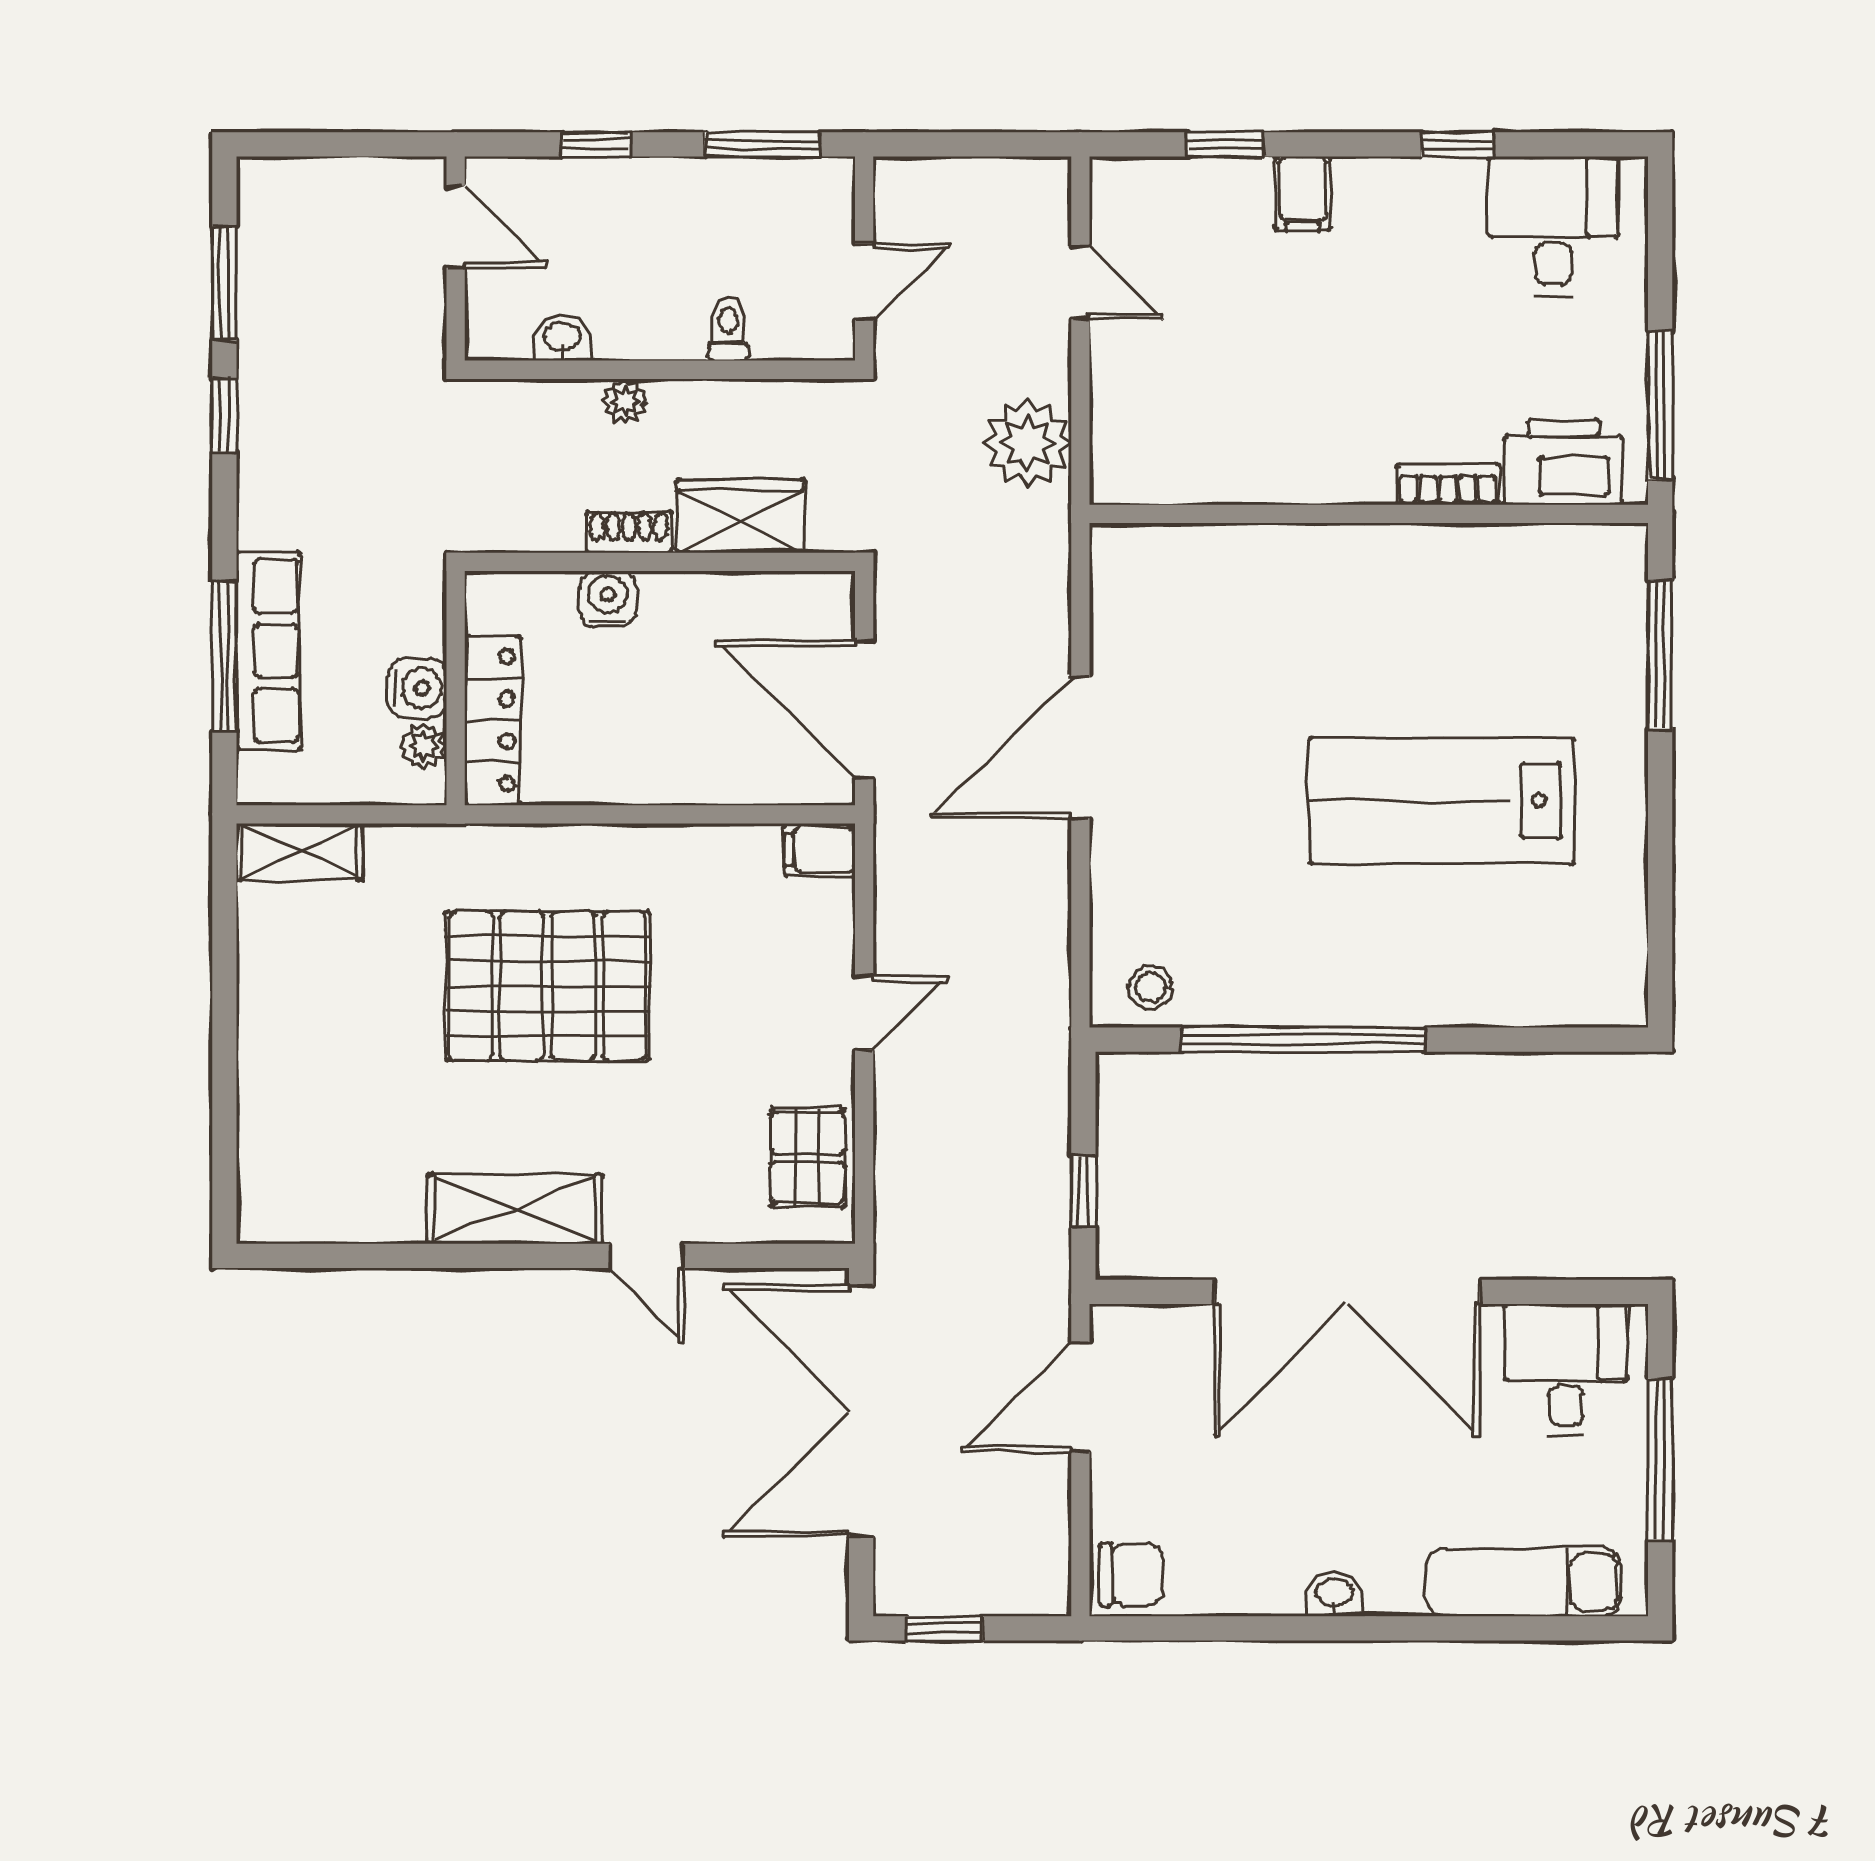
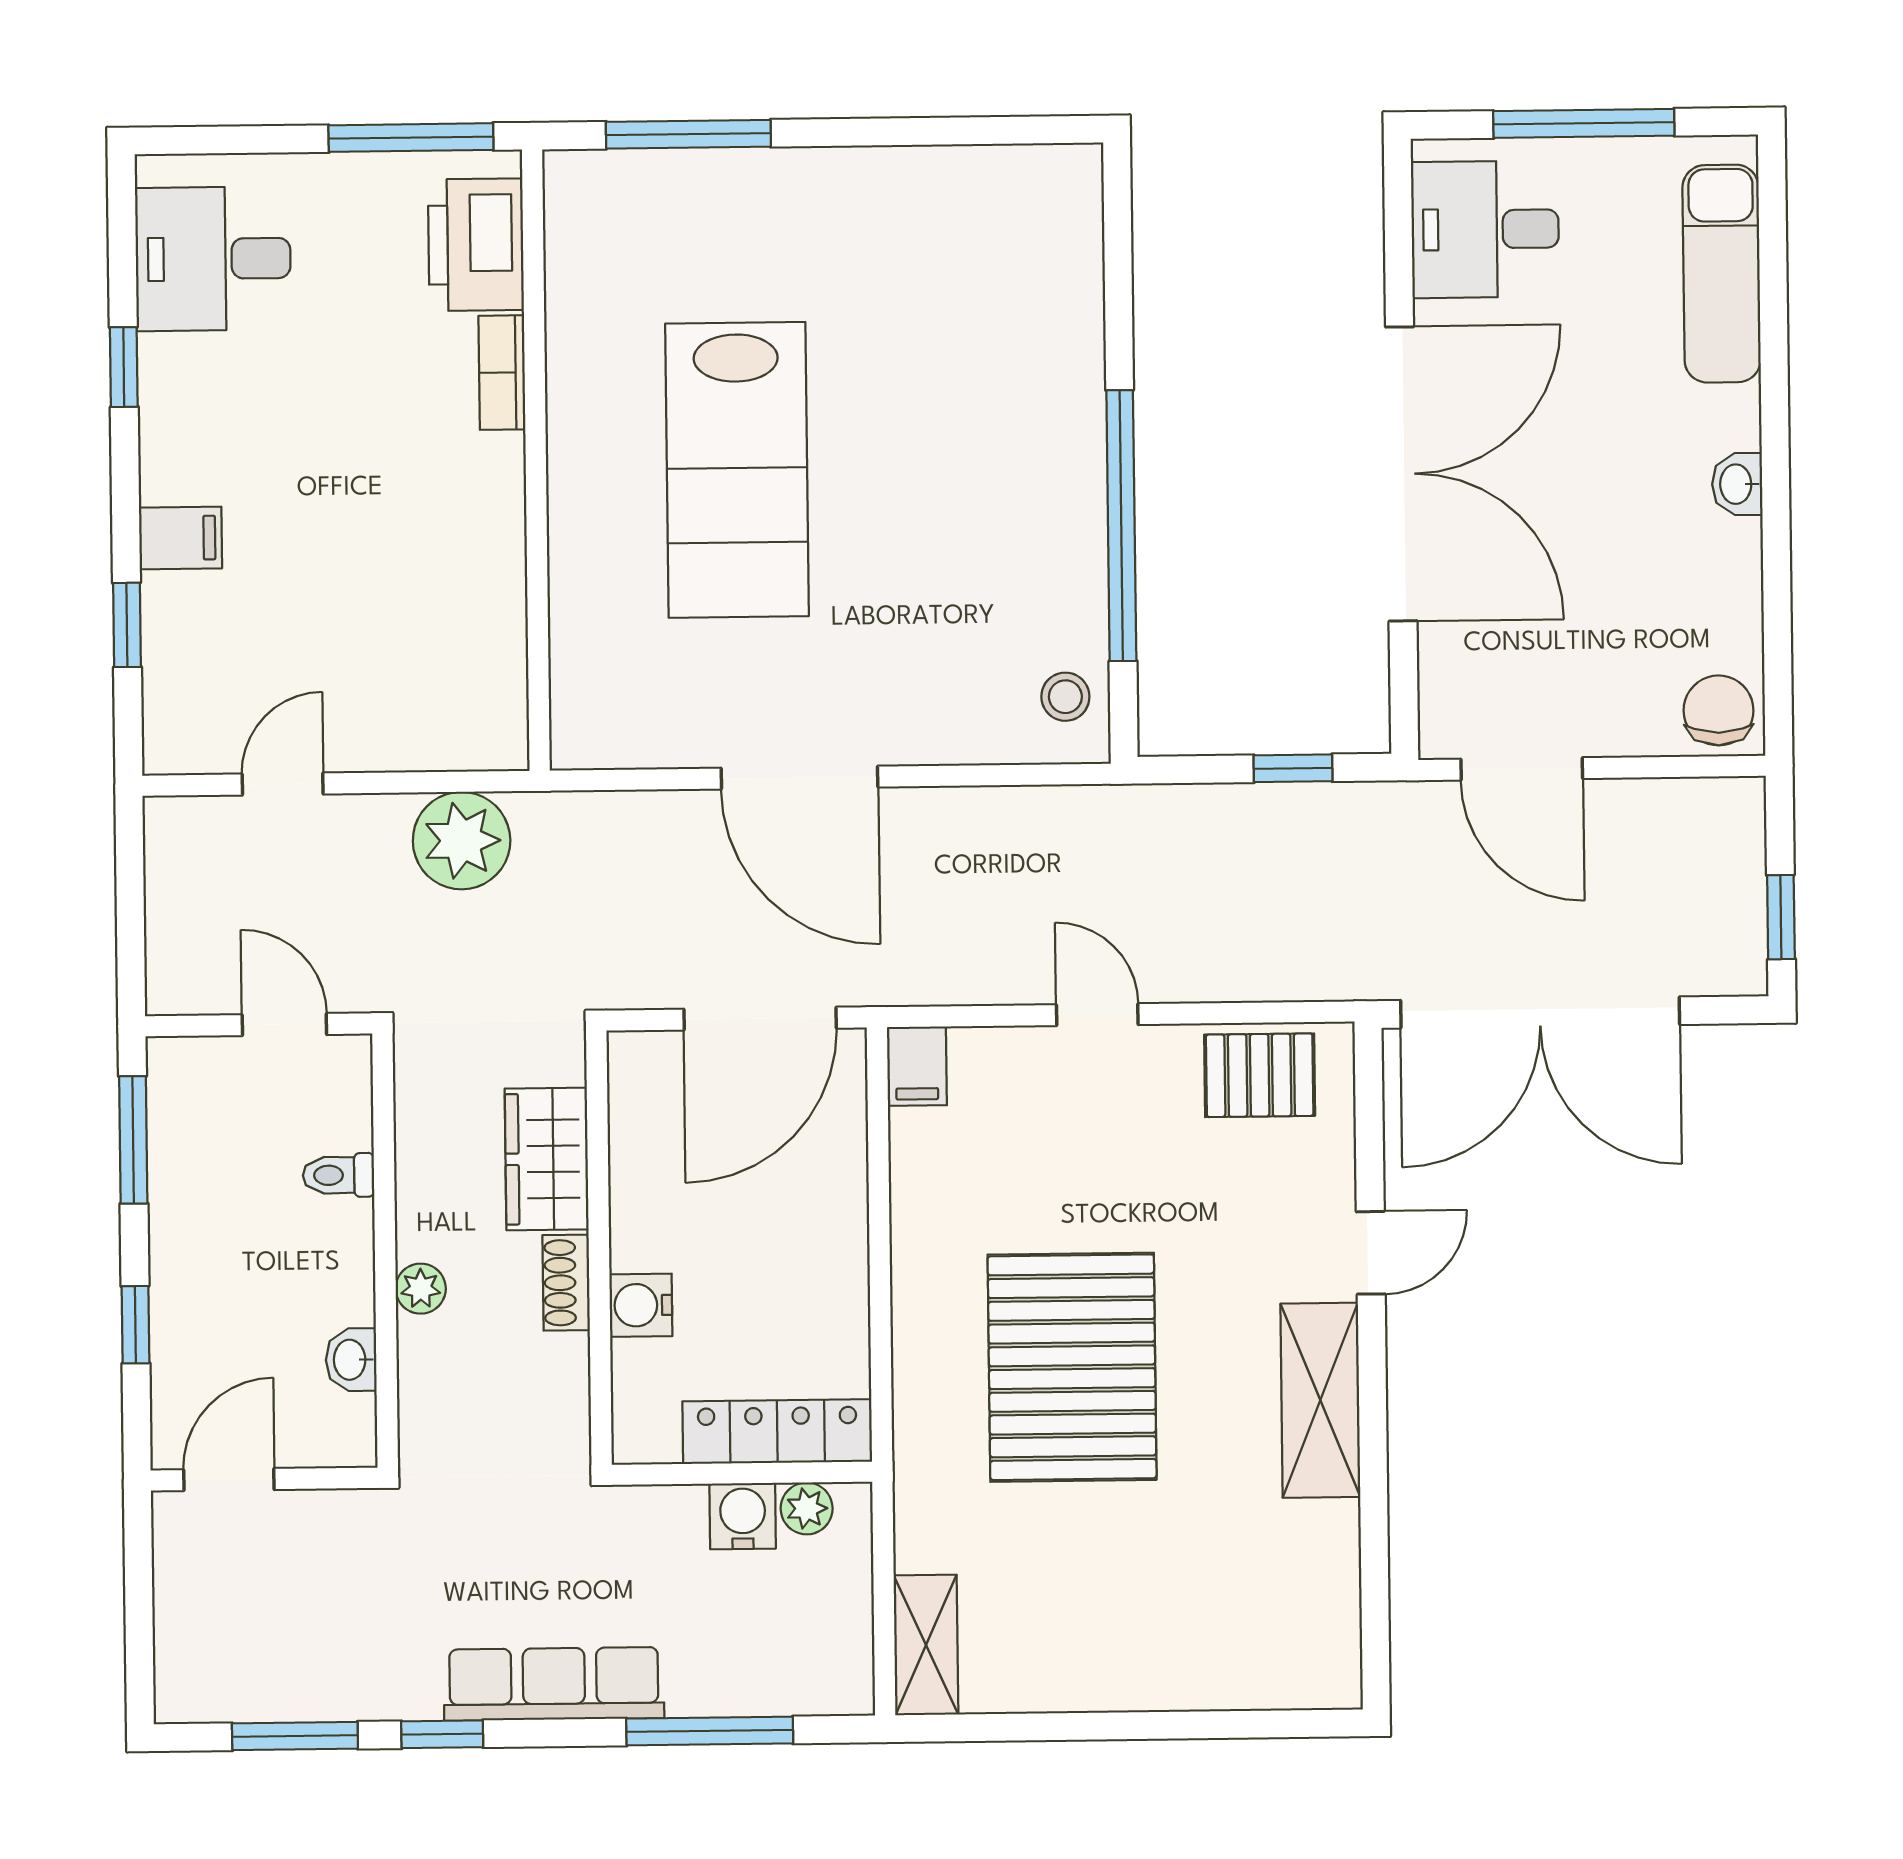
row of seats: (268, 651) -> (554, 1684), moved
lab bench: (1441, 801) -> (737, 470), moved

